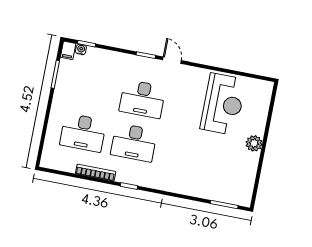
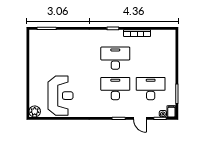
door: (172, 60) -> (140, 118), moved
reception desk: (223, 104) -> (61, 96), turned 180
desk: (83, 133) -> (151, 89), moved
plant: (254, 143) -> (35, 111), moved

